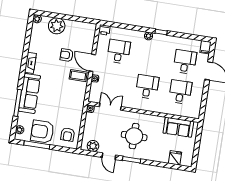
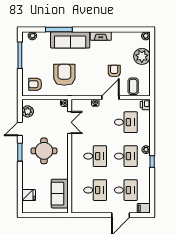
desk: (152, 57) -> (126, 156), added
coffee table: (78, 76) -> (133, 86), moved
armchair: (42, 132) -> (64, 75), moved

